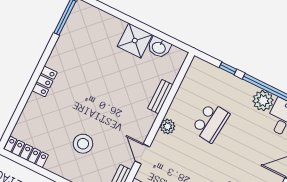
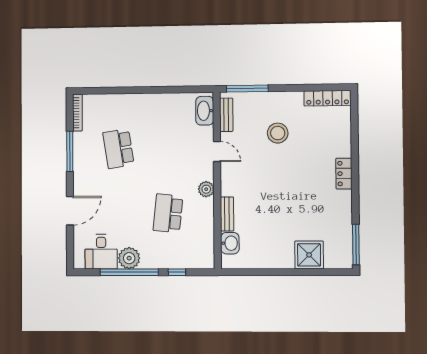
shower: (135, 41) -> (309, 255), moved
washbasin: (159, 47) -> (230, 243), moved, turned 90

